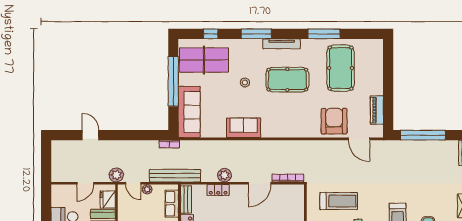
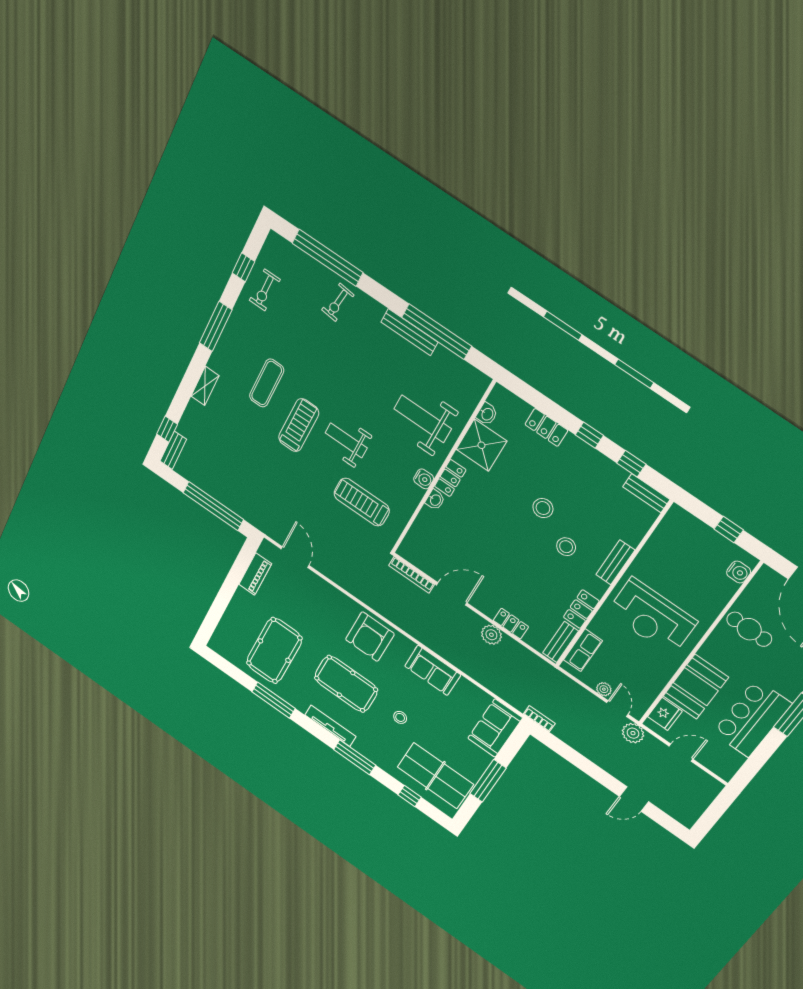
window: (173, 81) -> (488, 781), width x0.68
sofa: (189, 112) -> (495, 728), width x0.73
armchair: (334, 121) -> (370, 637), moved
door: (91, 135) -> (634, 799), hinge flipped
bench: (175, 176) -> (556, 679), removed

